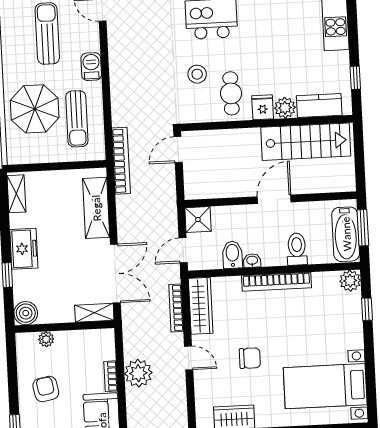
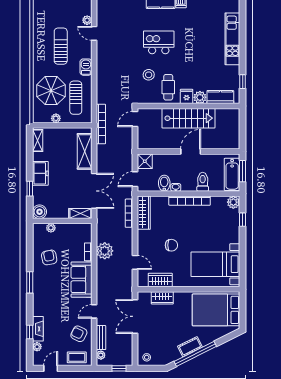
stairs: (306, 142) -> (188, 118), moved
plant: (45, 155) -> (56, 118), added
door: (189, 358) -> (135, 262), moved

